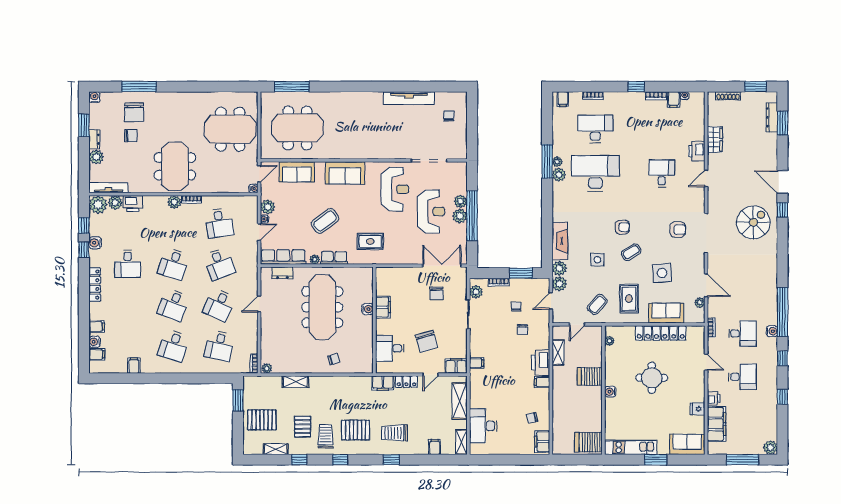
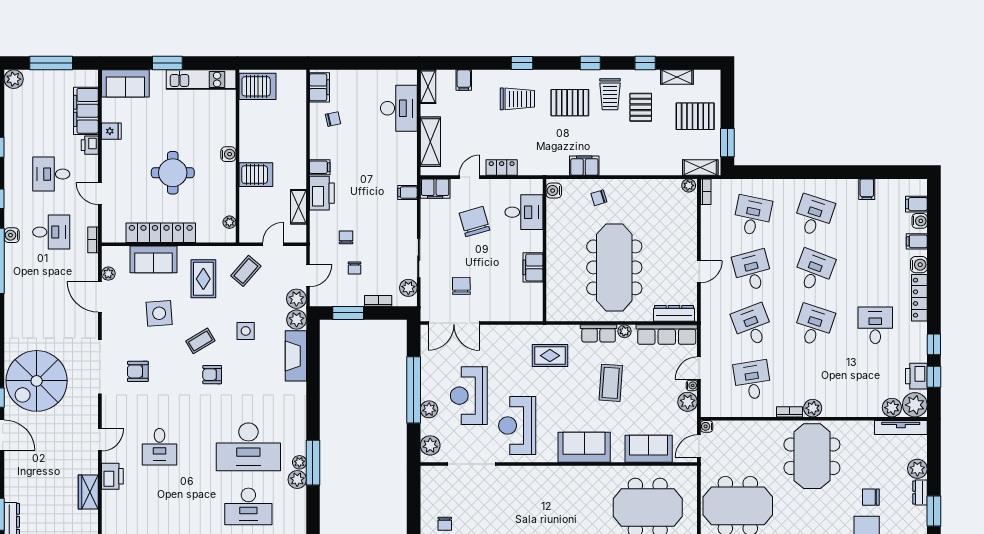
plant: (559, 175) -> (297, 480), moved
printer: (133, 204) -> (916, 376), moved, turned -90
plant: (460, 216) -> (430, 445), moved
coffee table: (325, 221) -> (611, 383), turned -49
spiral stairs: (753, 222) -> (37, 381), width x1.37, depth x1.37
water cooler: (95, 243) -> (919, 265), moved
dresser: (282, 273) -> (674, 313), width x1.44
desk: (219, 305) -> (752, 270), turned -39
water cooler: (367, 309) -> (554, 191), moved
desk: (742, 333) -> (51, 232), turned 180
shelving: (295, 382) -> (700, 168), moved
filing cabinet: (383, 383) -> (584, 166), moved

